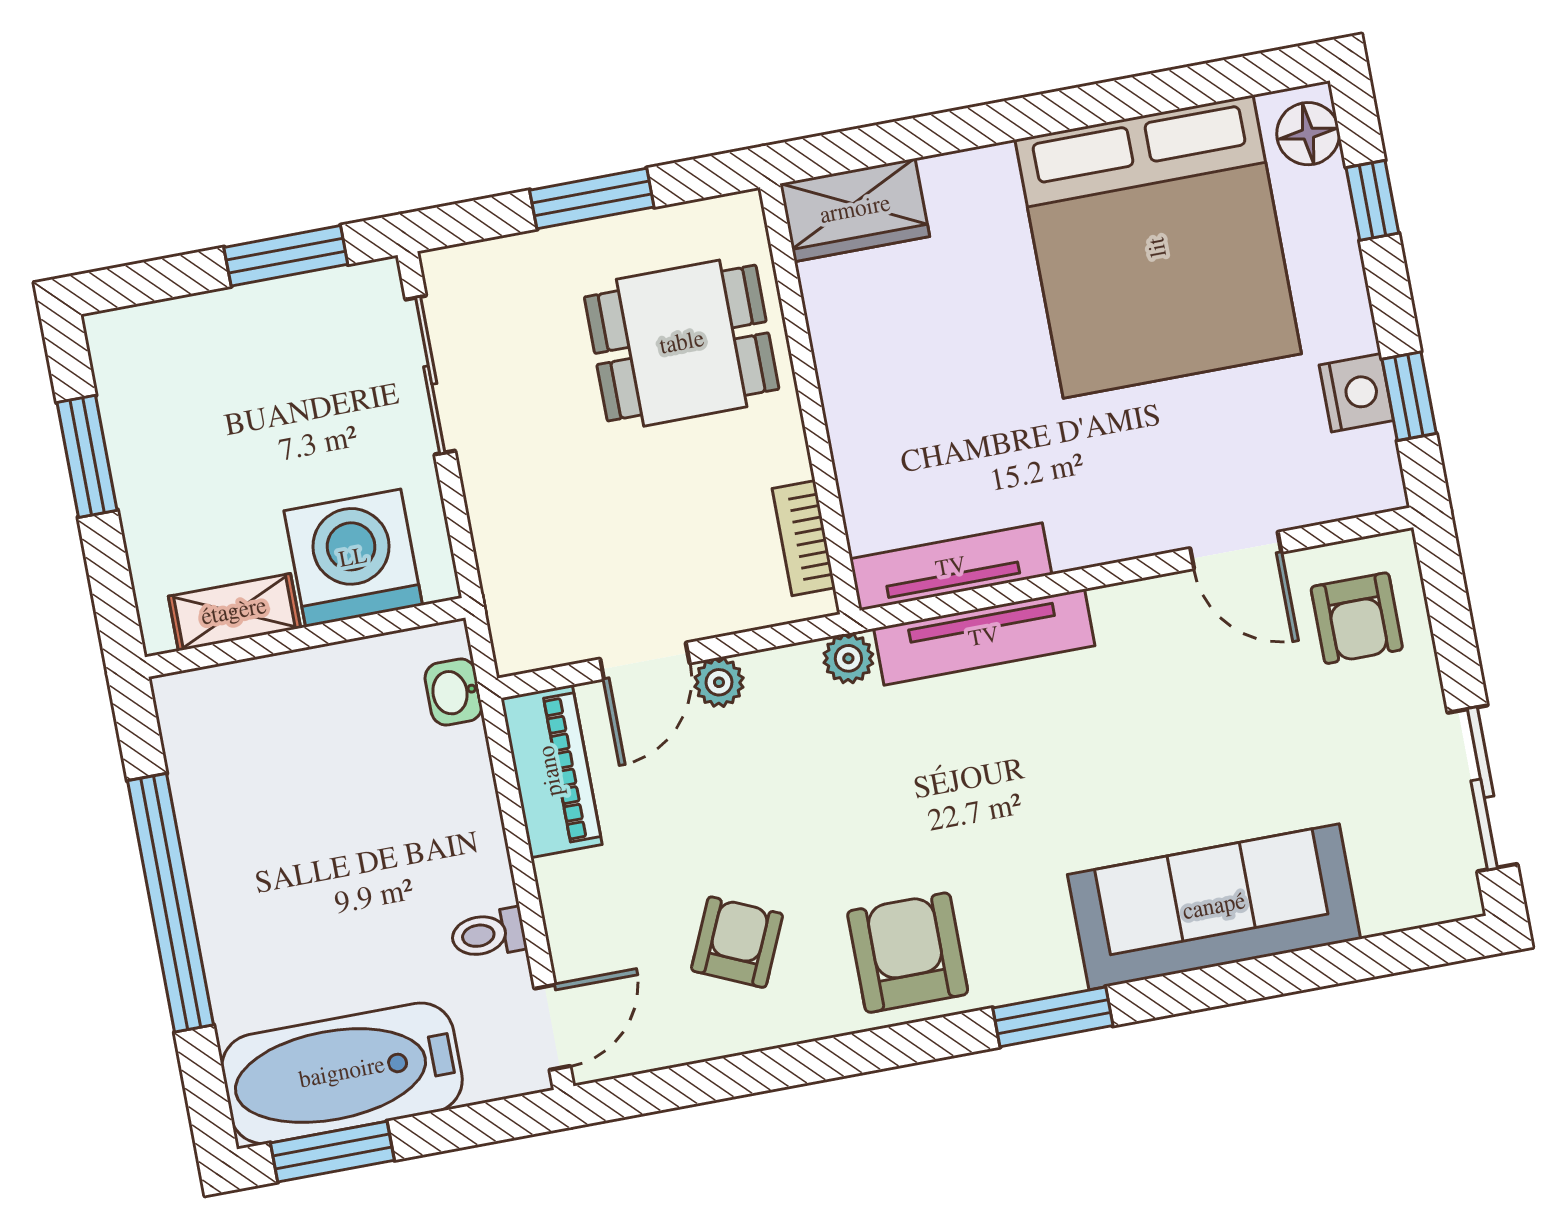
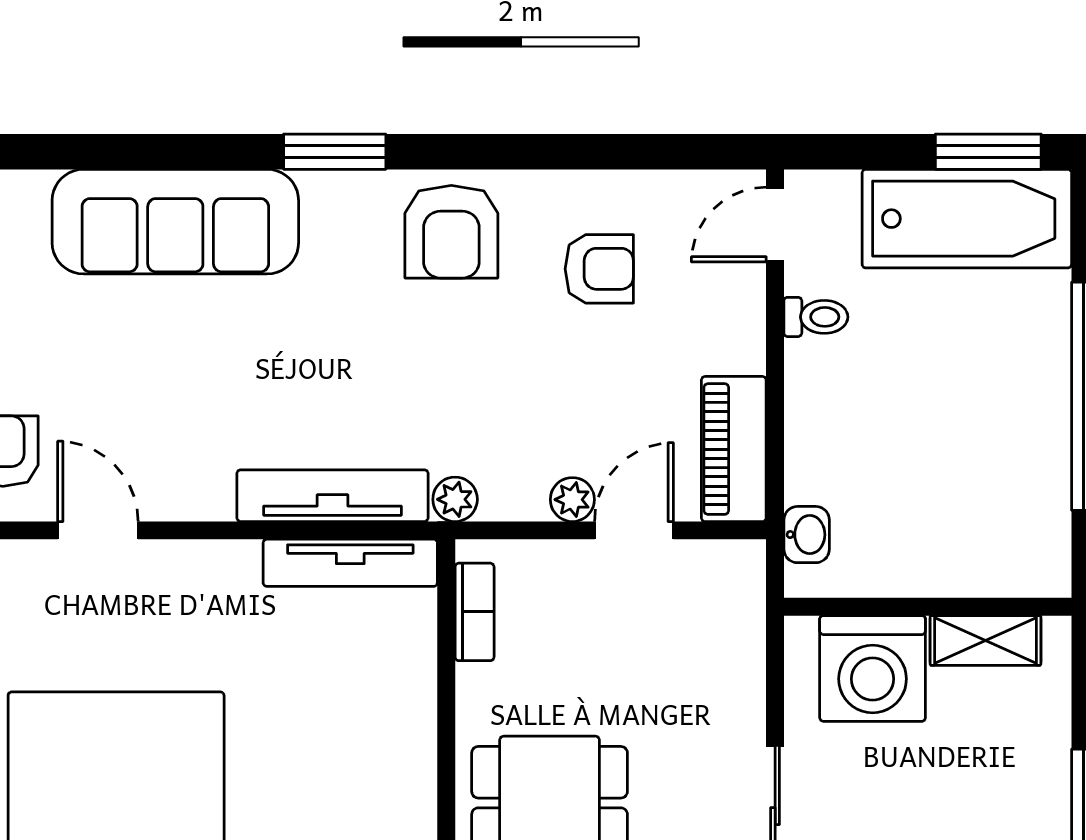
armchair: (737, 942) -> (599, 269), turned -114

